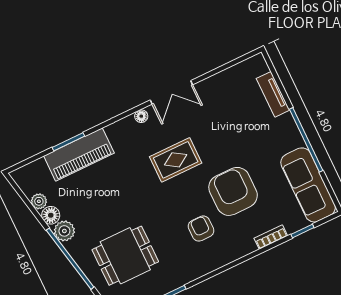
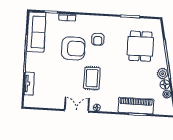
rug: (176, 160) -> (92, 78), turned 90
armchair: (233, 191) -> (73, 48), turned -90
dining table: (125, 256) -> (140, 46), turned 90

